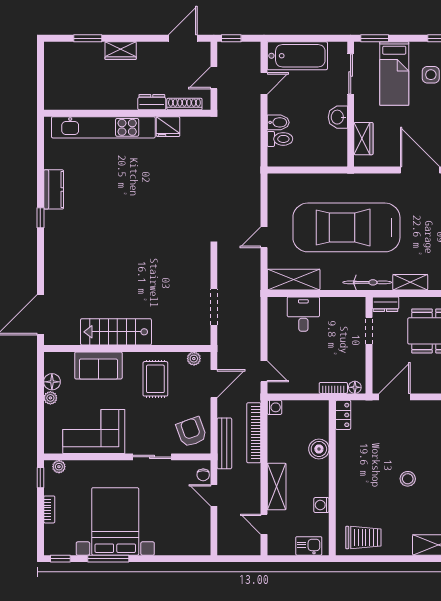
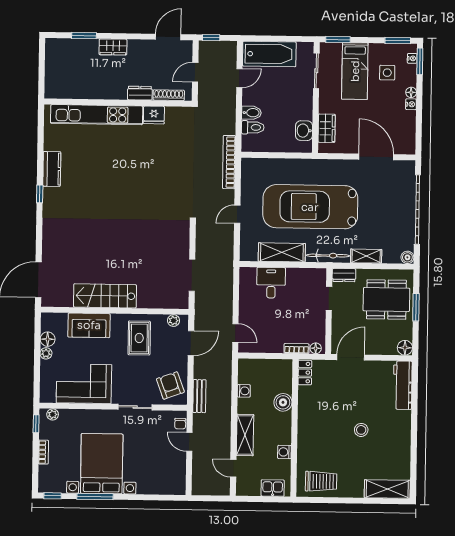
washbasin: (338, 117) -> (304, 131), moved
shelving: (294, 280) -> (282, 252), moved
washing machine: (274, 407) -> (244, 391), moved
bookcase: (254, 433) -> (229, 162), moved
bench: (224, 443) -> (199, 396), width x0.73

